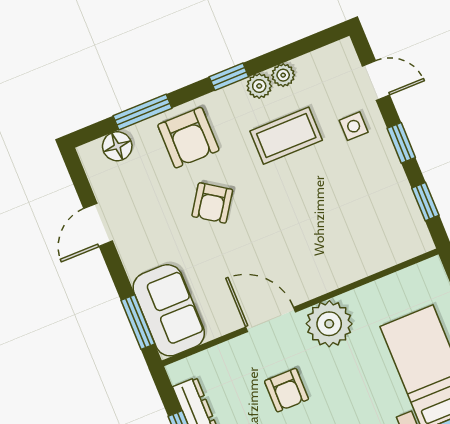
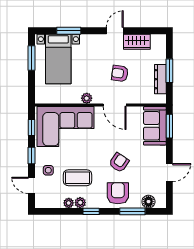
corner sofa: (355, 232) -> (66, 127), added
plant: (329, 324) -> (87, 98), width x0.53, depth x0.53
armchair: (287, 390) -> (120, 73), turned -82

